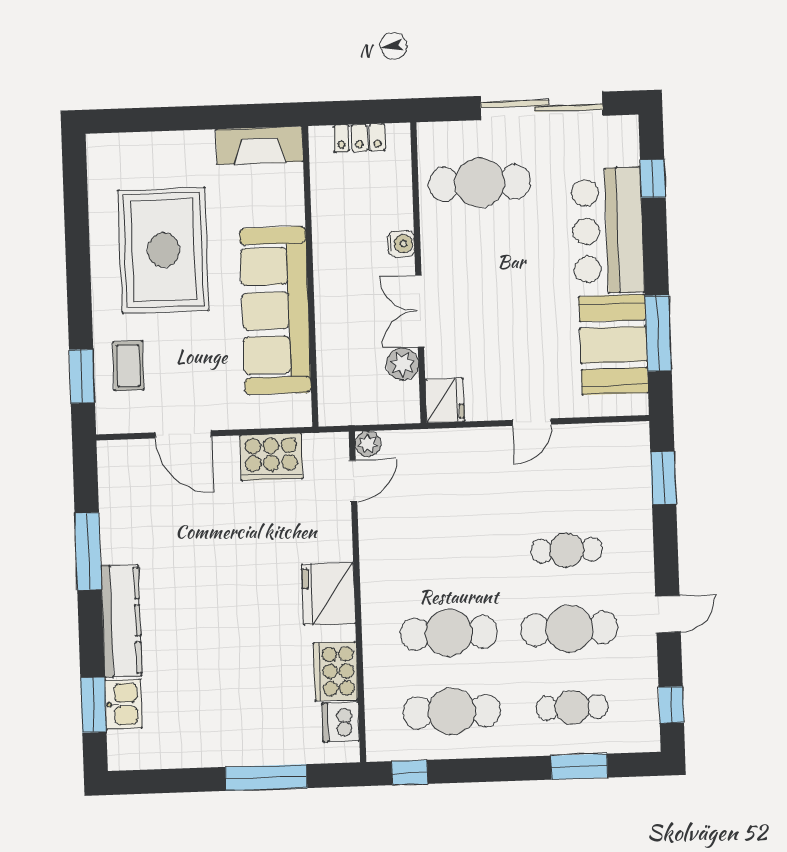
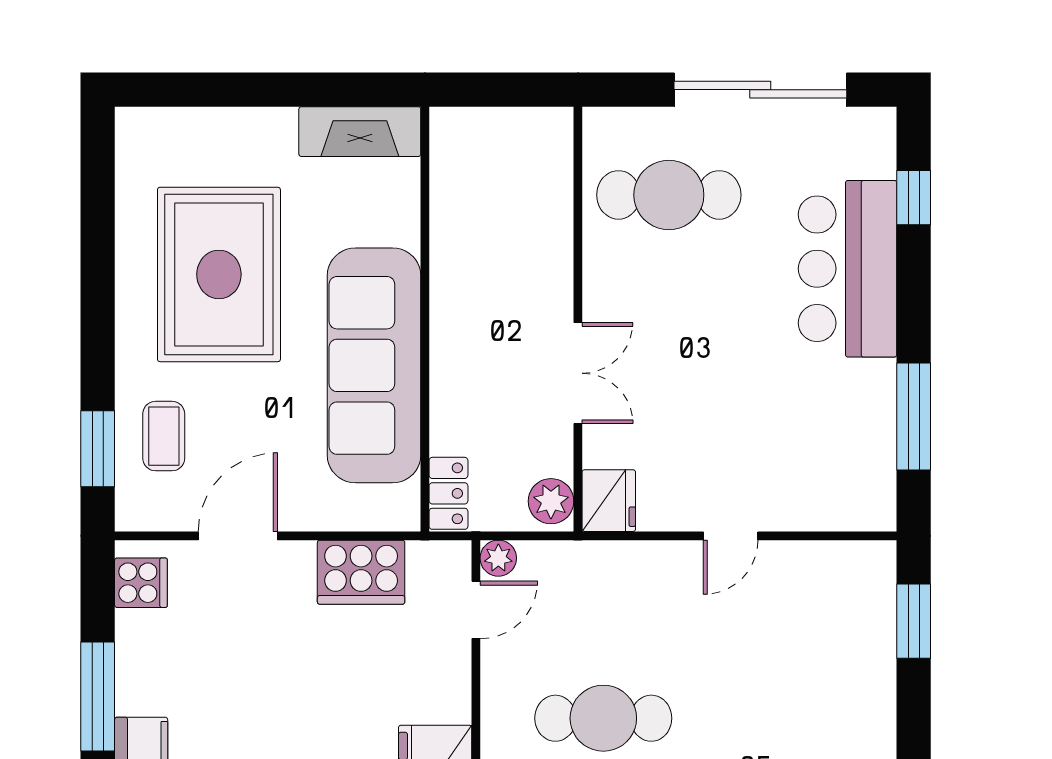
locker: (359, 138) -> (448, 493), moved, turned -90
water cooler: (401, 244) -> (555, 277), removed
double door: (420, 311) -> (578, 373), swing flipped
booth: (613, 345) -> (850, 430), removed
plant: (402, 364) -> (551, 501), moved
door: (183, 434) -> (238, 536), swing flipped
cooker: (116, 470) -> (141, 583), added
cafe table: (567, 550) -> (603, 718), moved, width x1.37, depth x1.35

